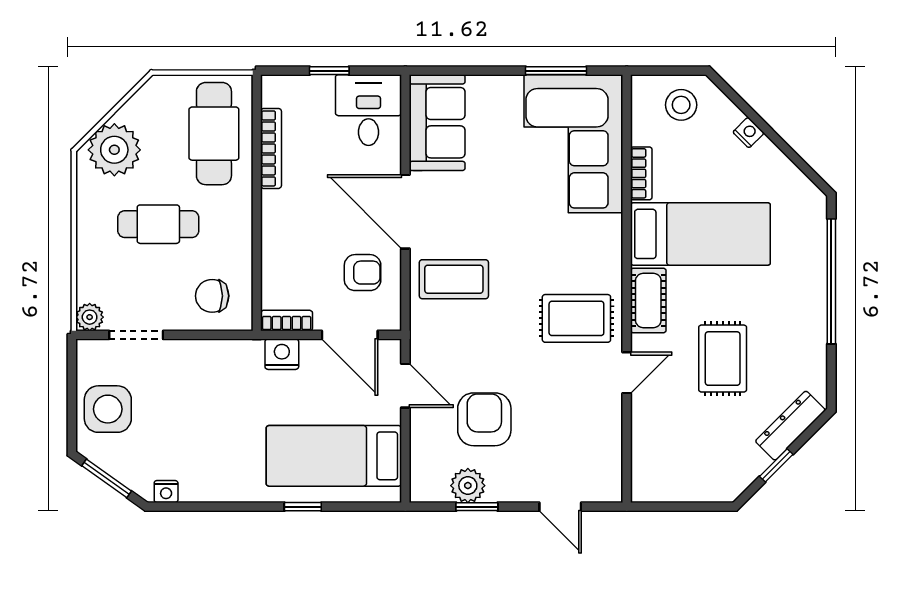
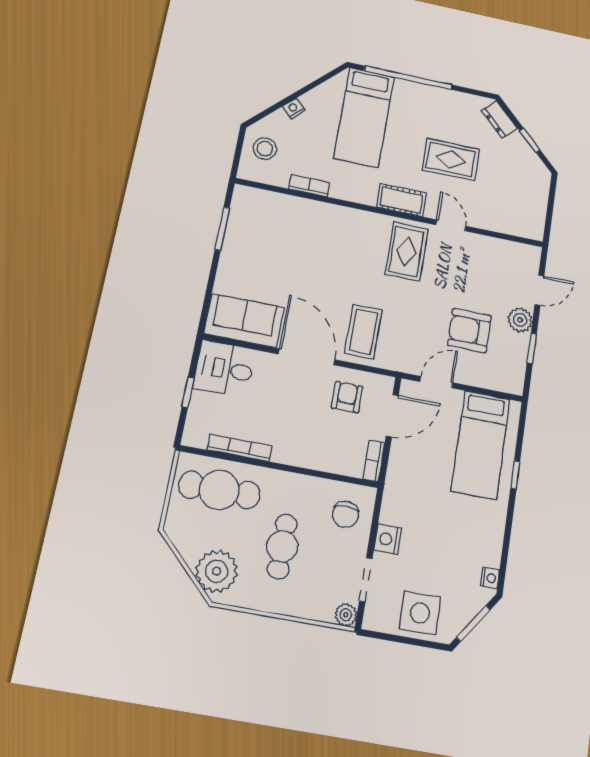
corner sofa: (573, 144) -> (279, 228), removed
door: (405, 212) -> (307, 357), swing flipped
bed: (700, 234) -> (364, 117), moved, turned 180
nightstand: (282, 354) -> (388, 539), moved
dresser: (790, 426) -> (499, 119), width x0.70
plant: (468, 486) -> (520, 320), moved

